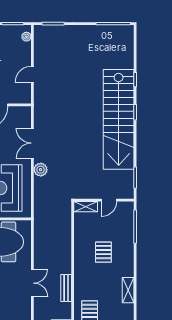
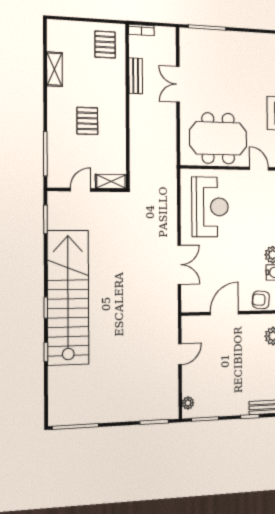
plant: (41, 170) -> (169, 230), removed

